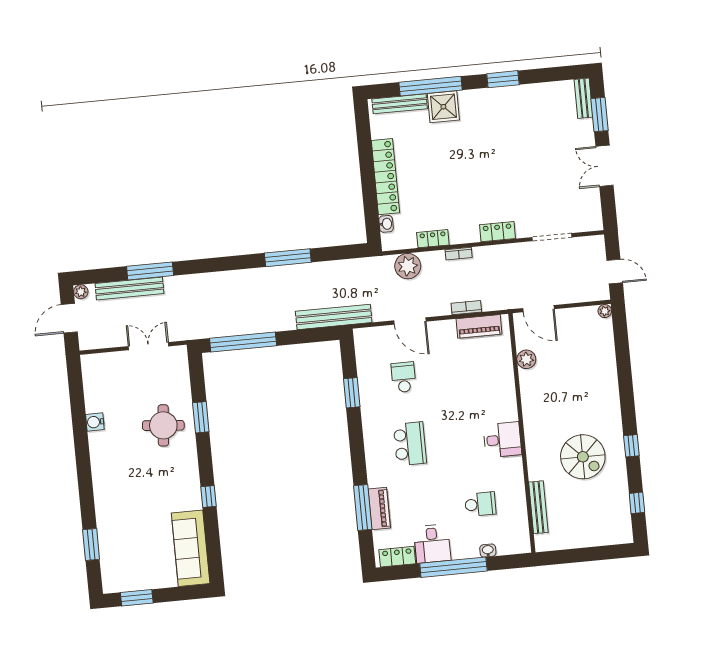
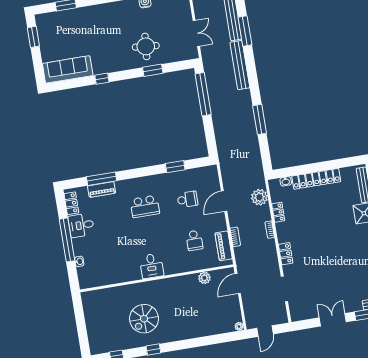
bench: (334, 317) -> (240, 65), moved
school desk: (480, 504) -> (194, 240), moved
bench: (538, 507) -> (109, 292), removed

